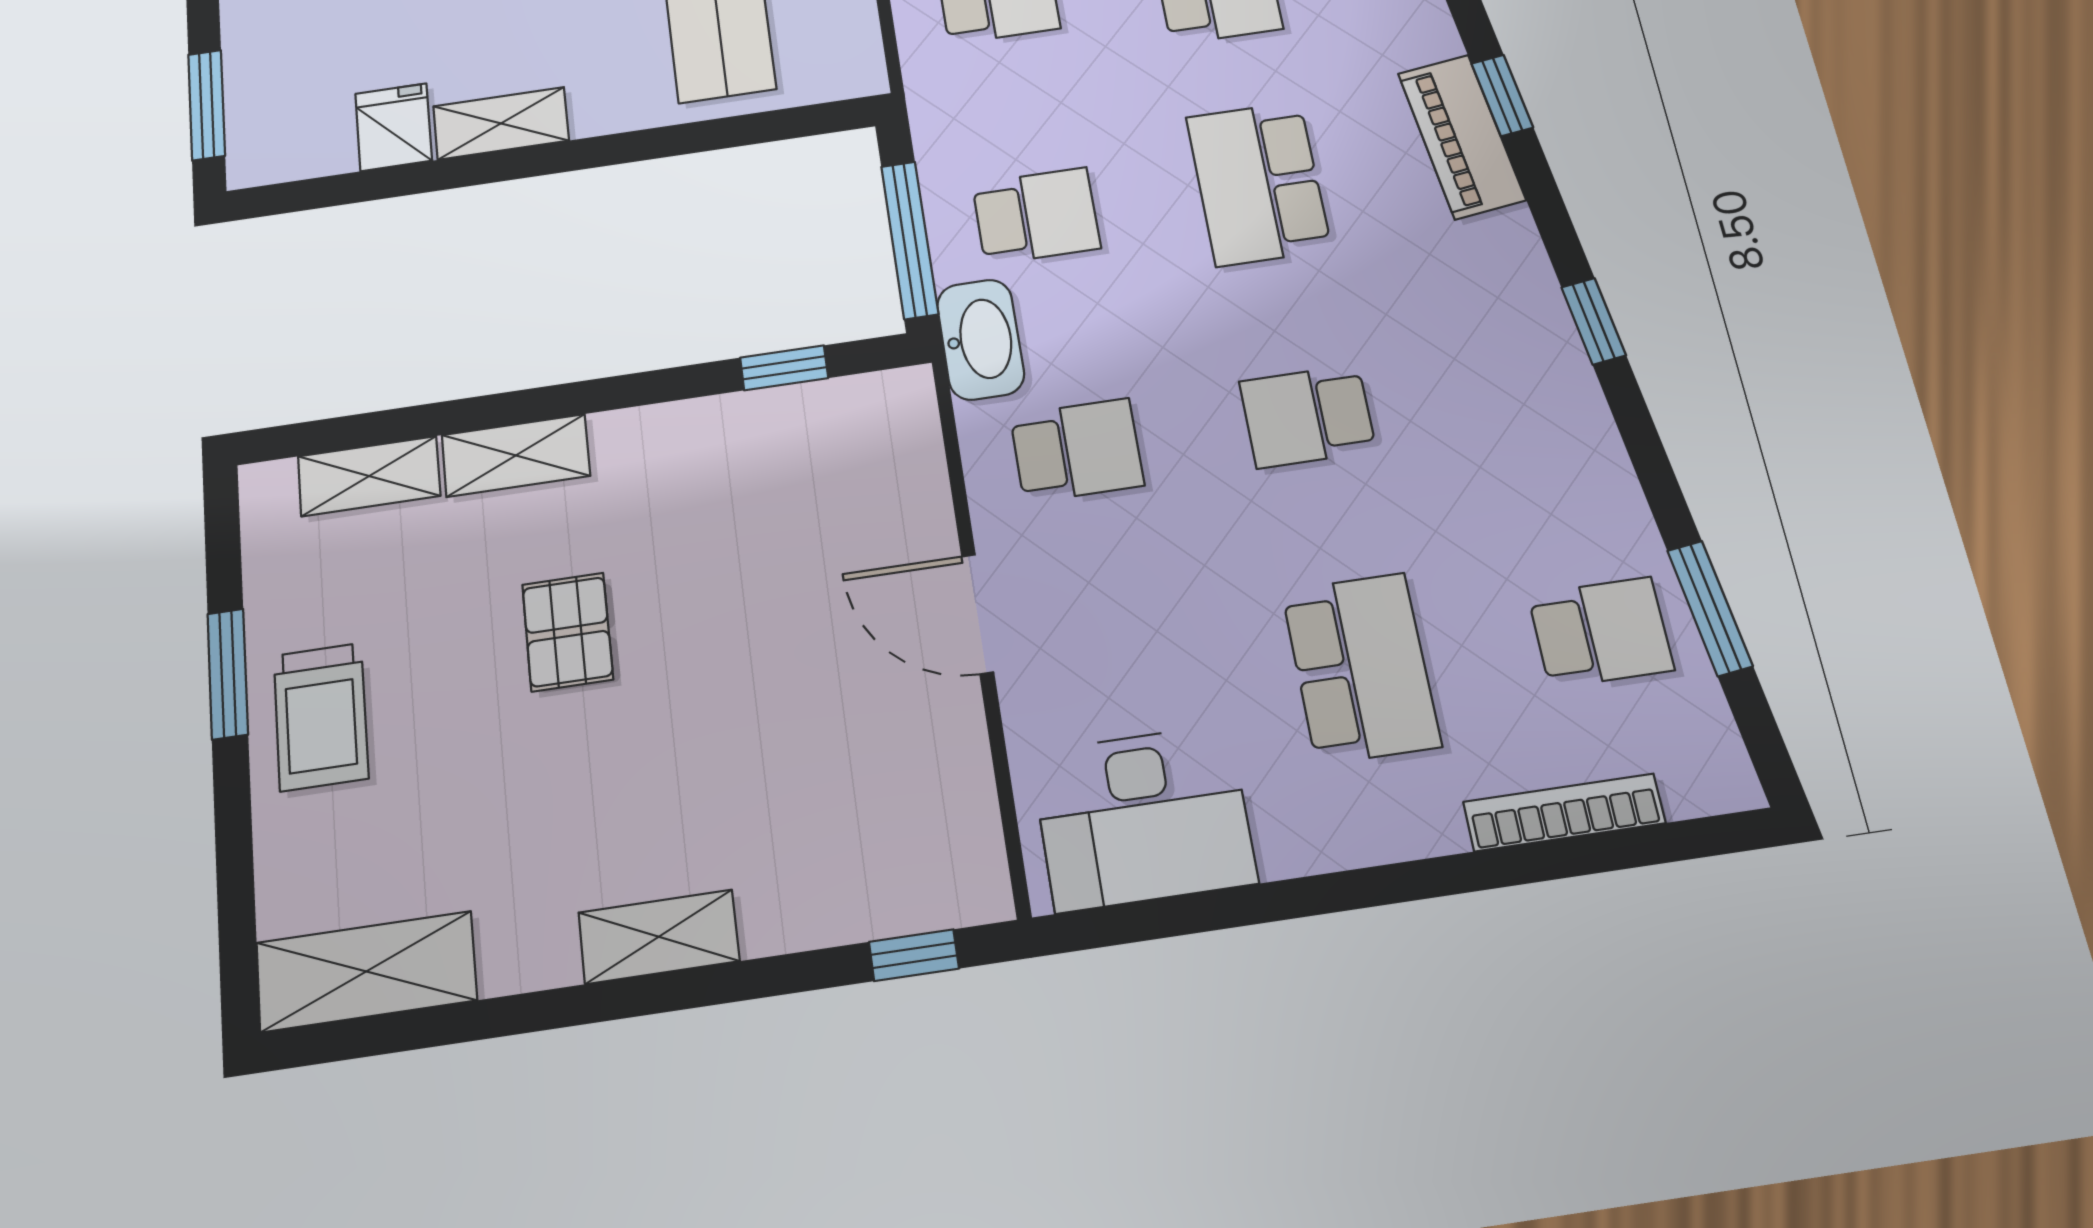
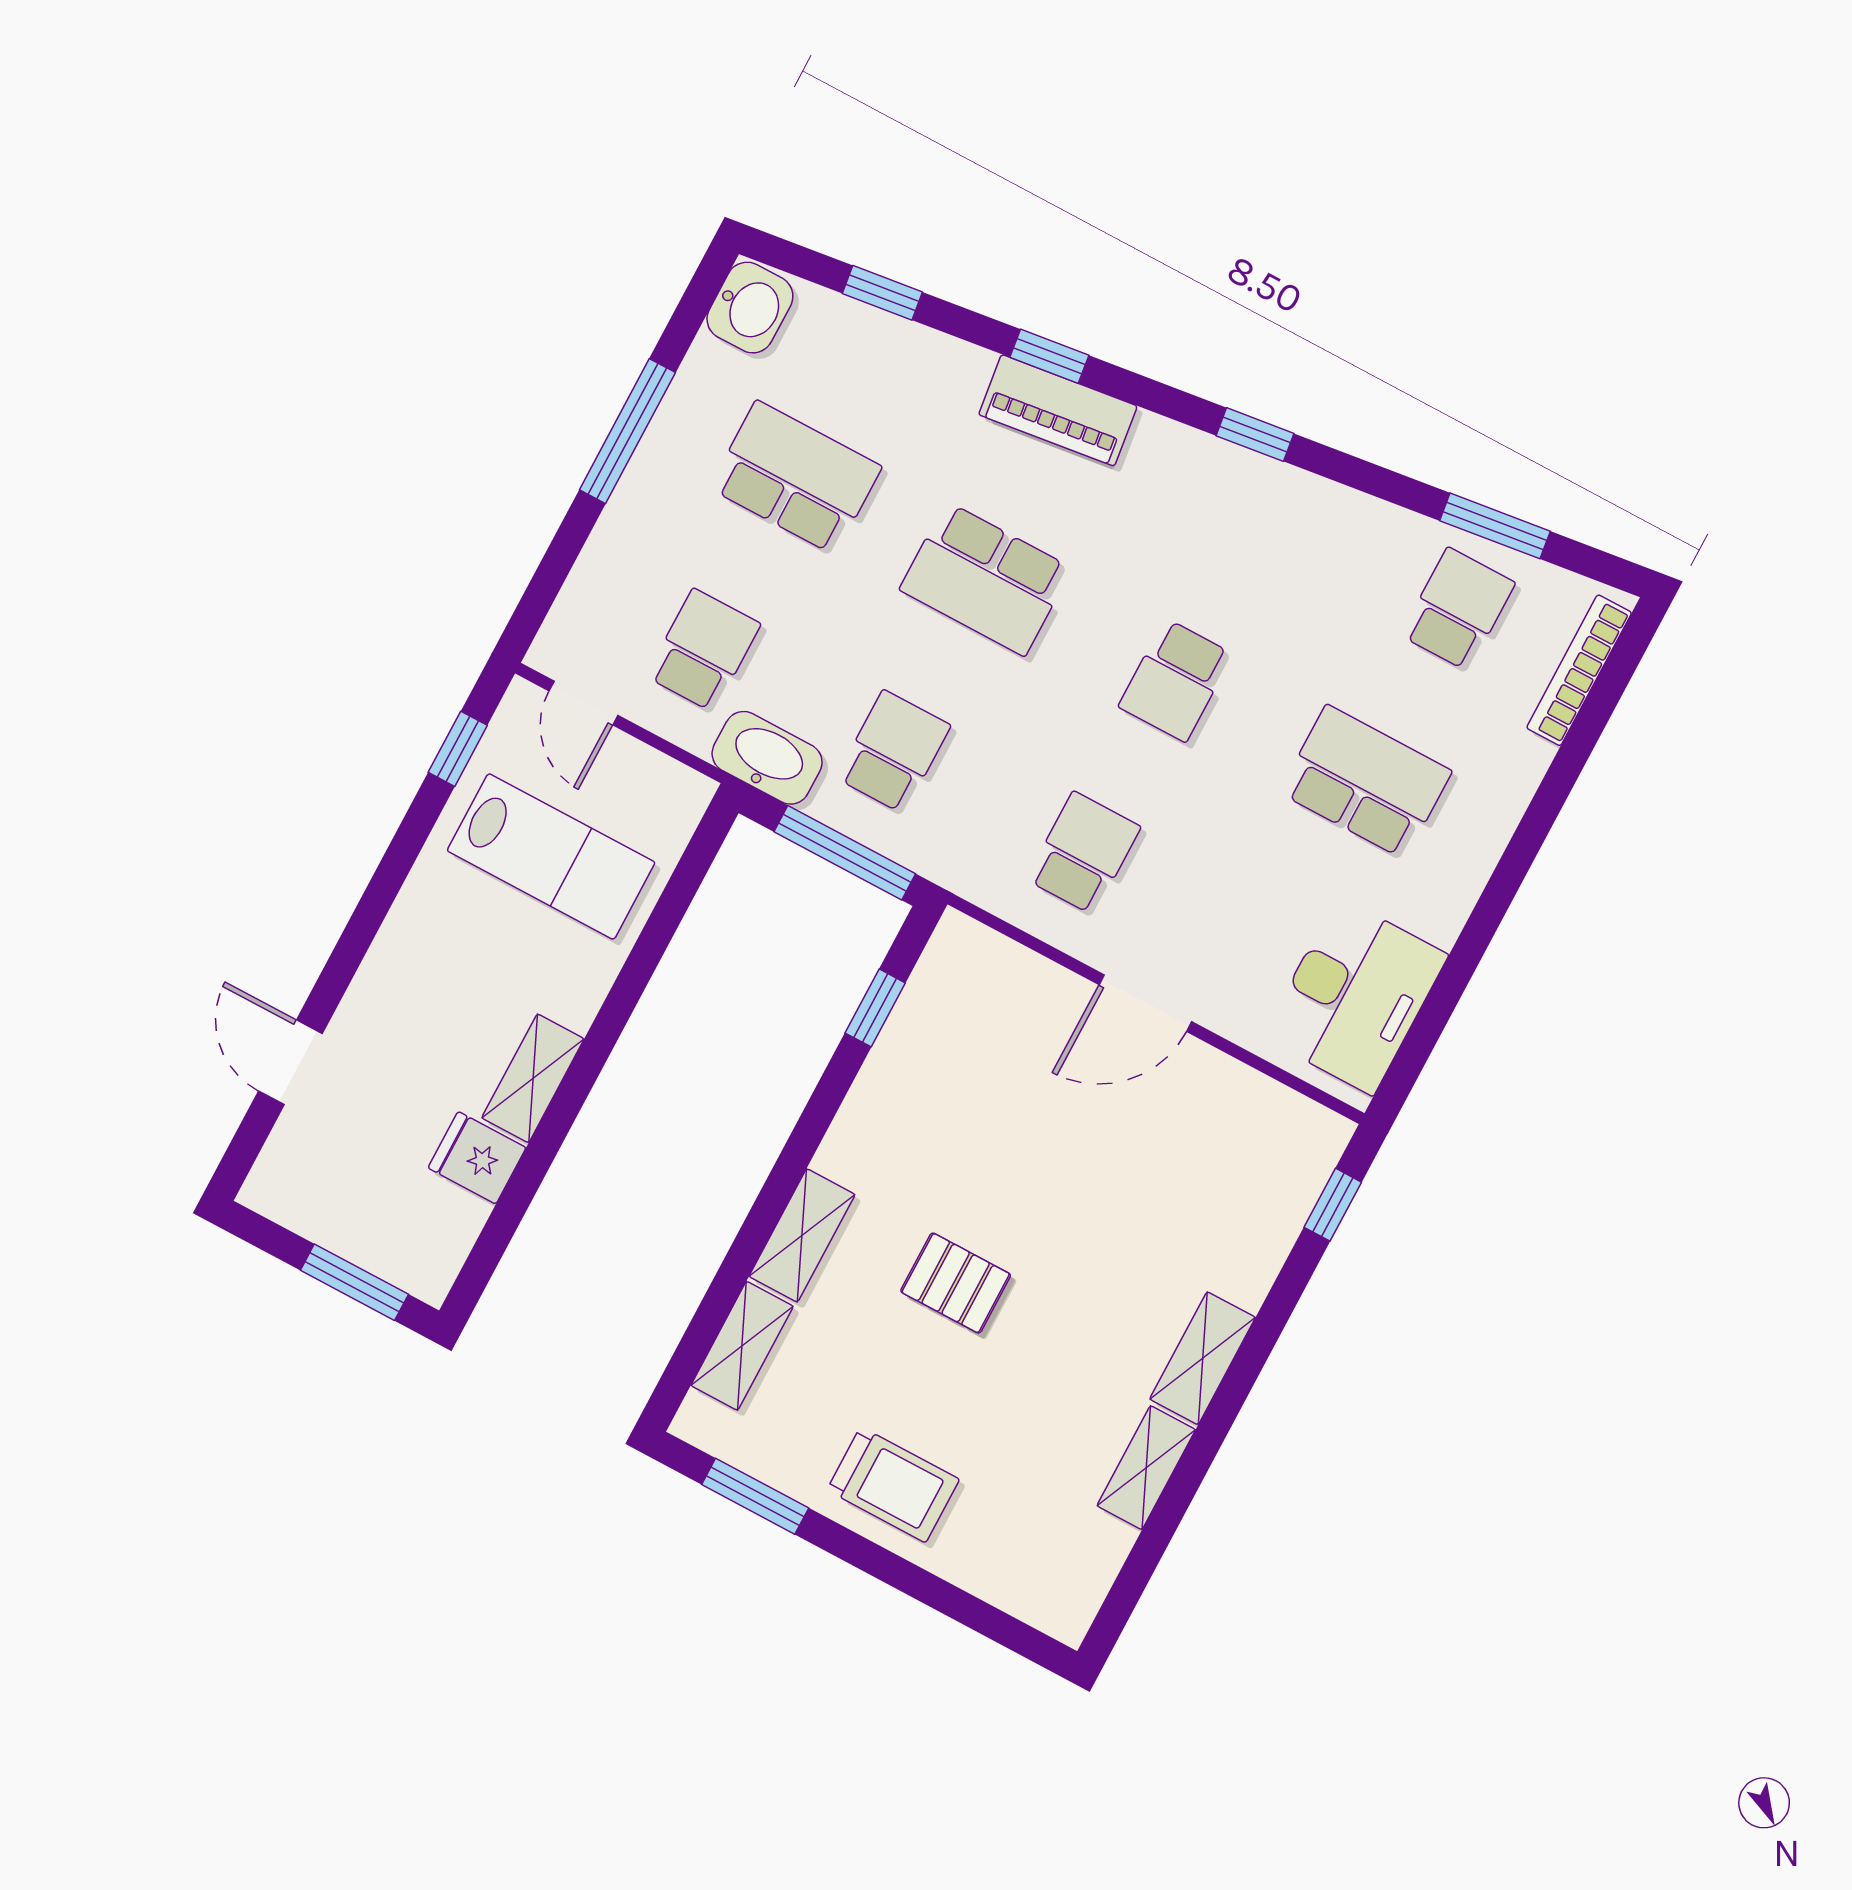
washbasin: (981, 339) -> (767, 758), moved
window: (228, 674) -> (755, 1496), moved
bookcase: (1564, 812) -> (1579, 670), moved
shelving: (366, 971) -> (1146, 1468), moved, width x0.67, depth x0.75

